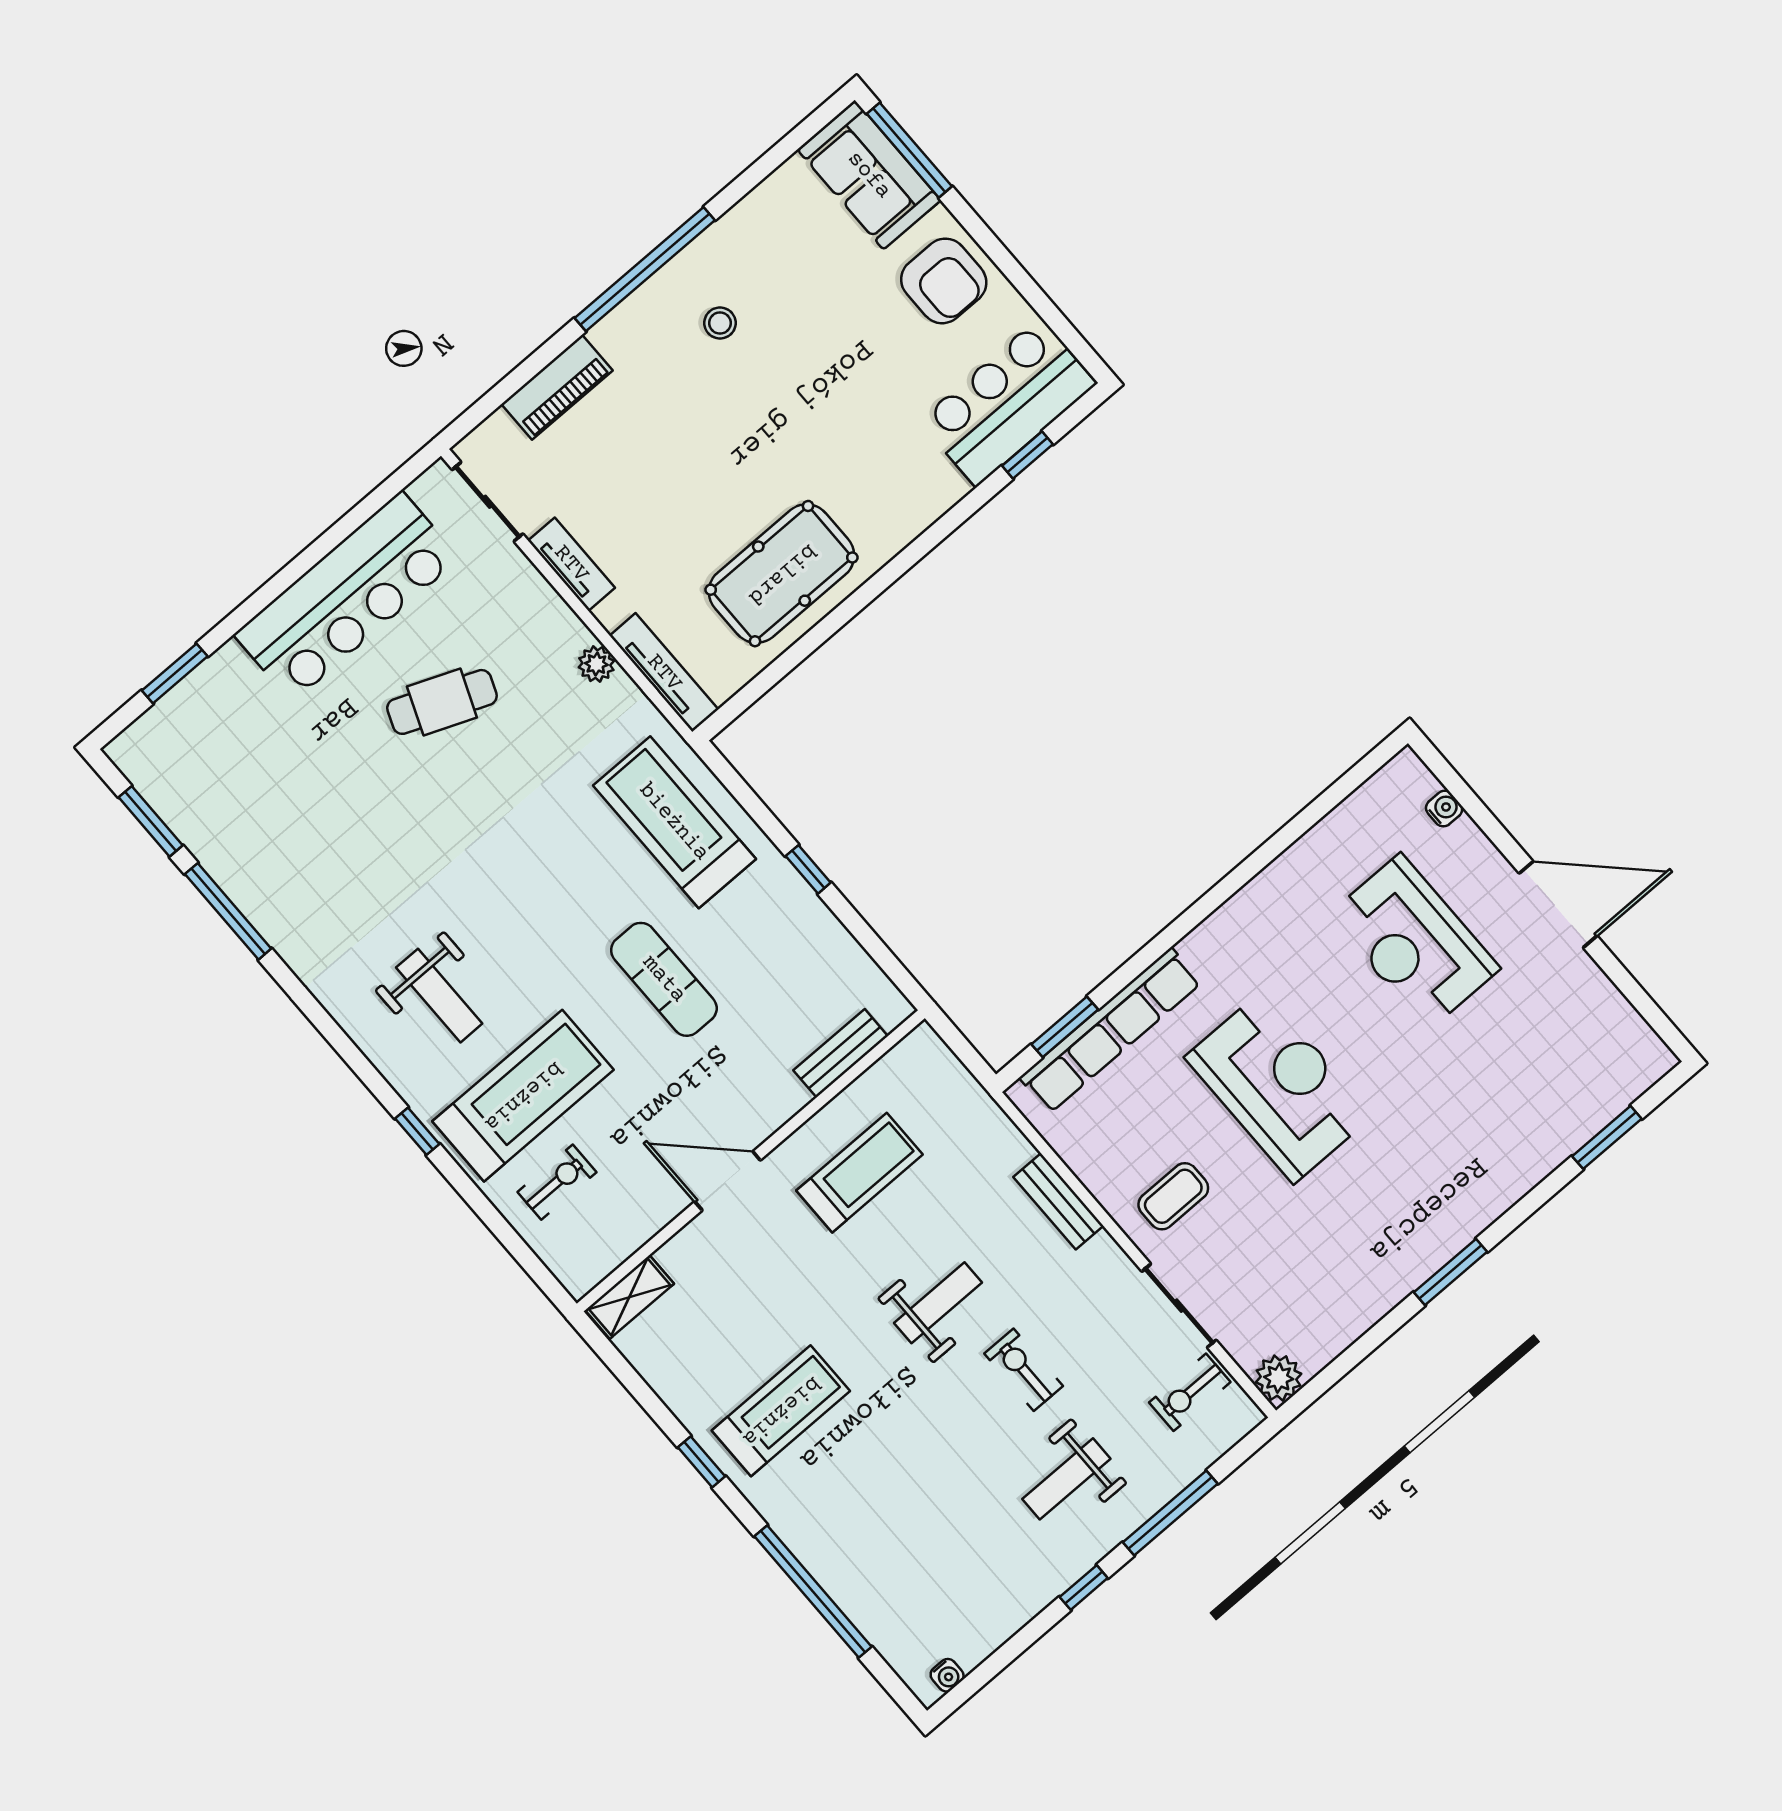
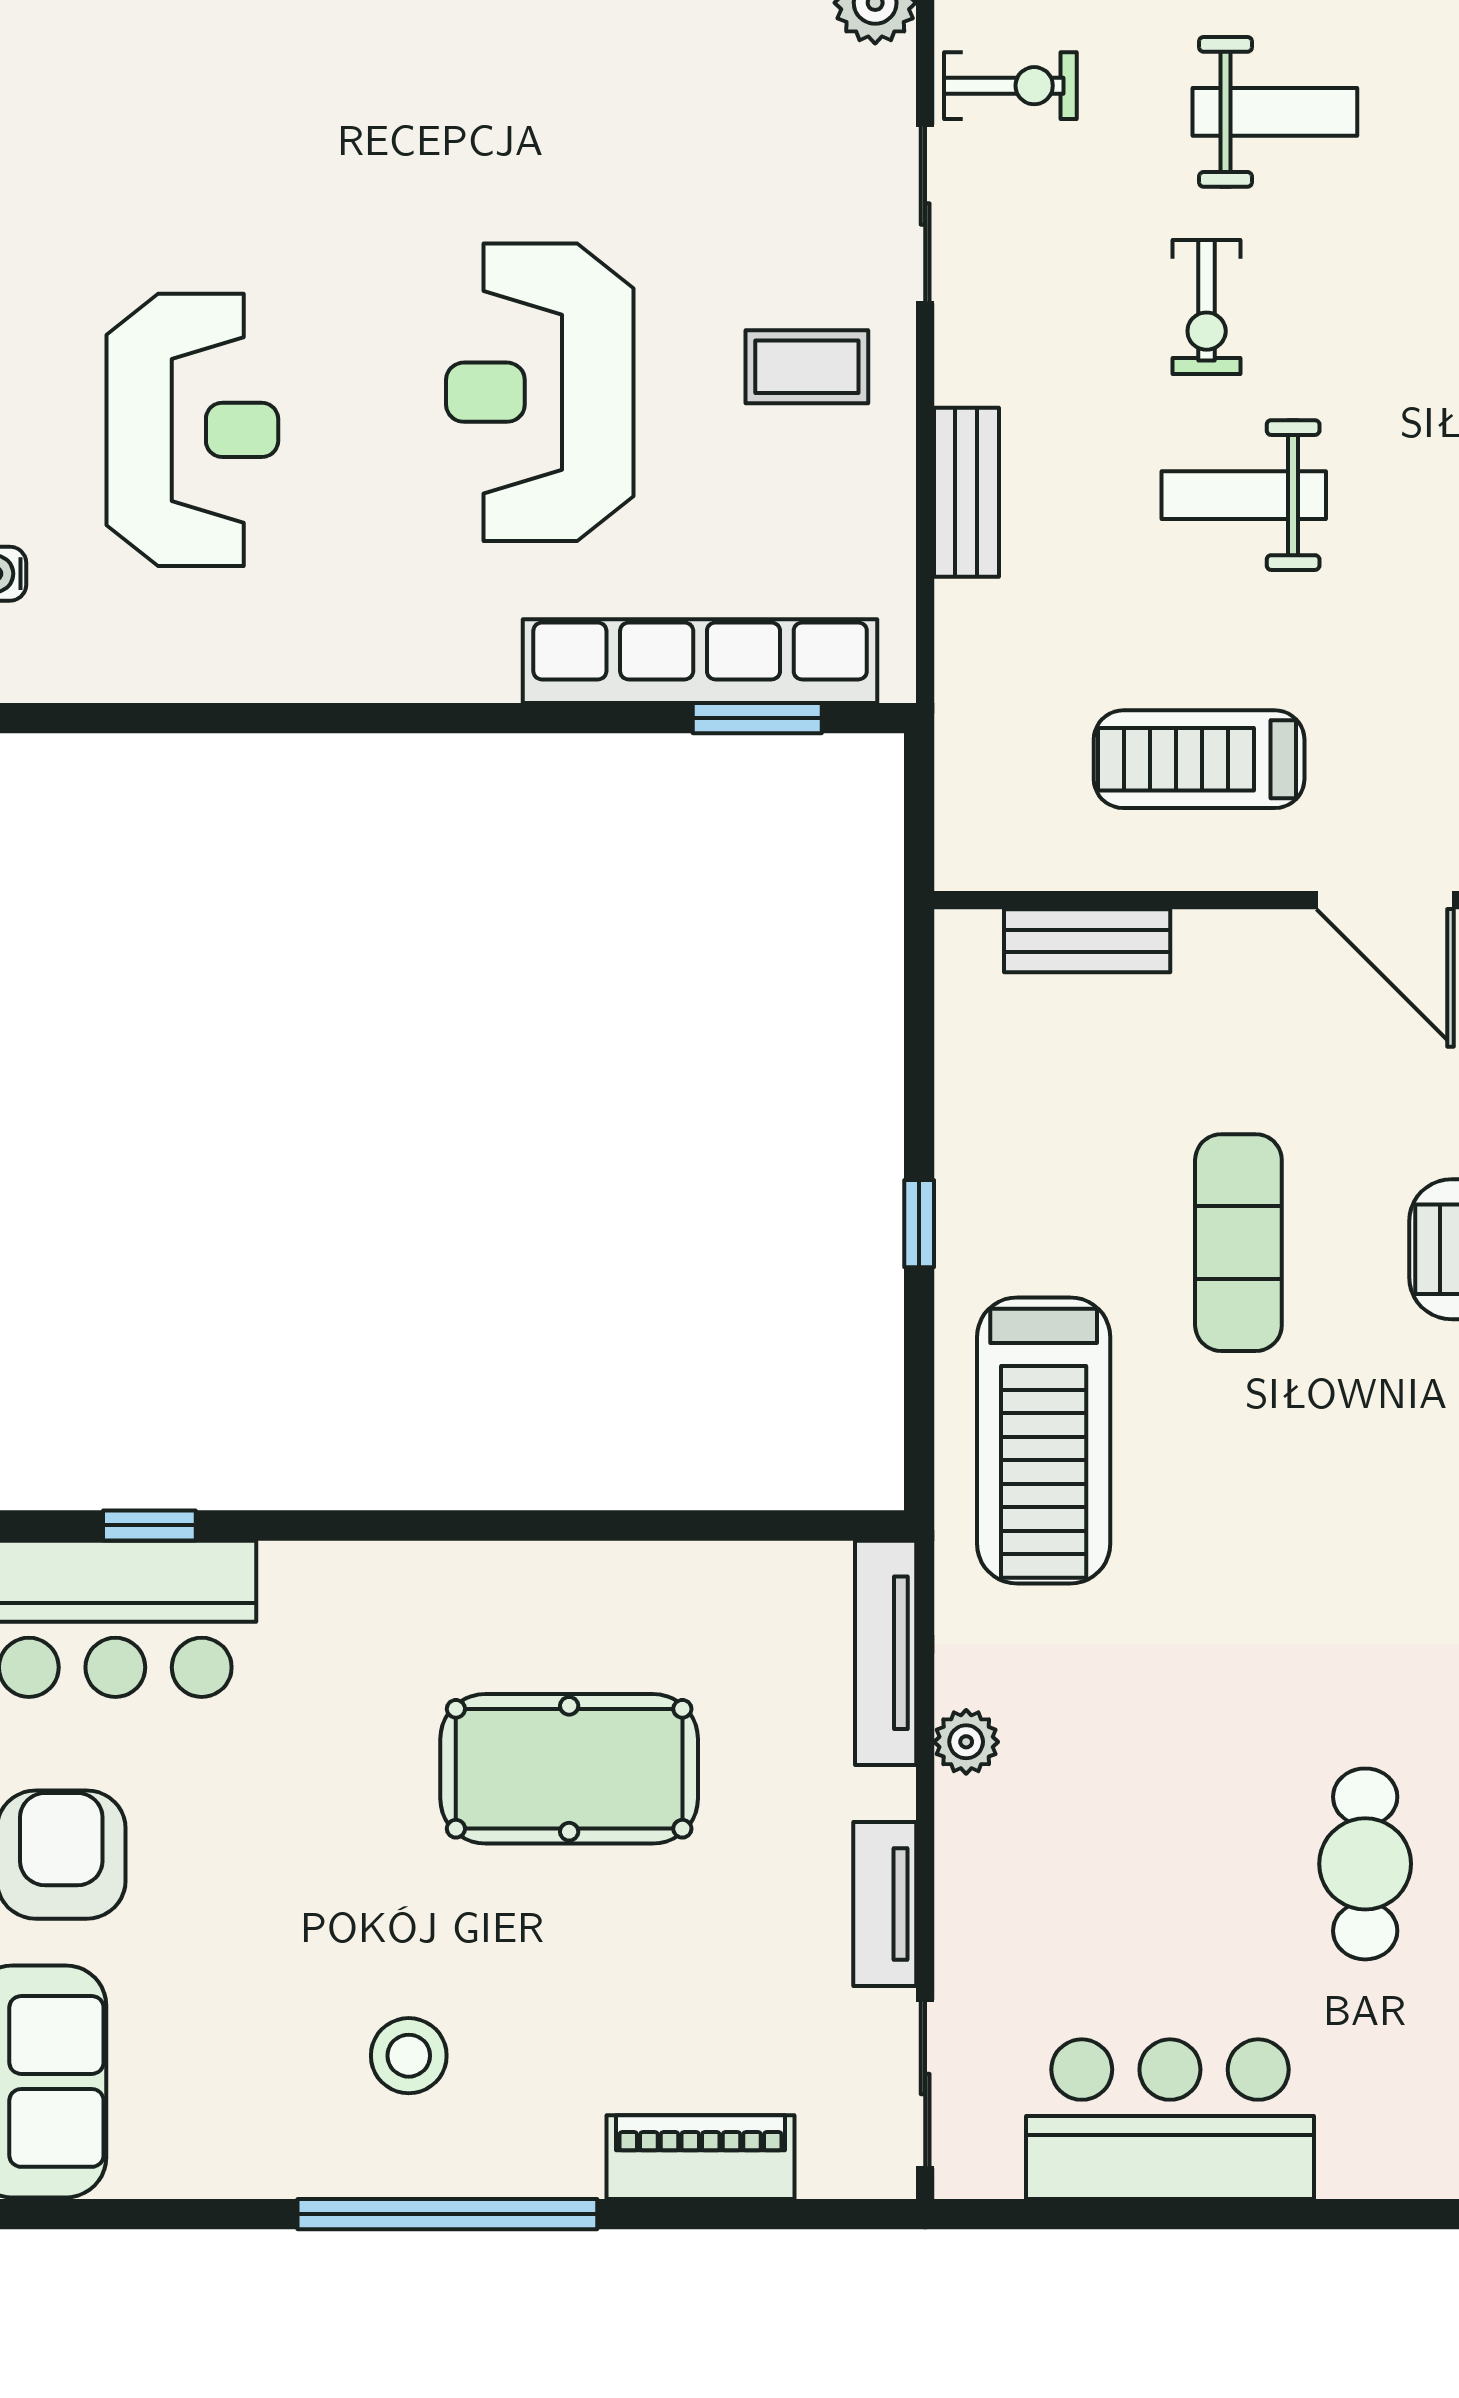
stool: (720, 323) -> (409, 2056), width x1.37, depth x1.37
pool table: (782, 574) -> (569, 1769), moved
bar counter: (347, 597) -> (1170, 2119), width x0.73
cafe table: (442, 702) -> (1365, 1864), moved, turned 68

